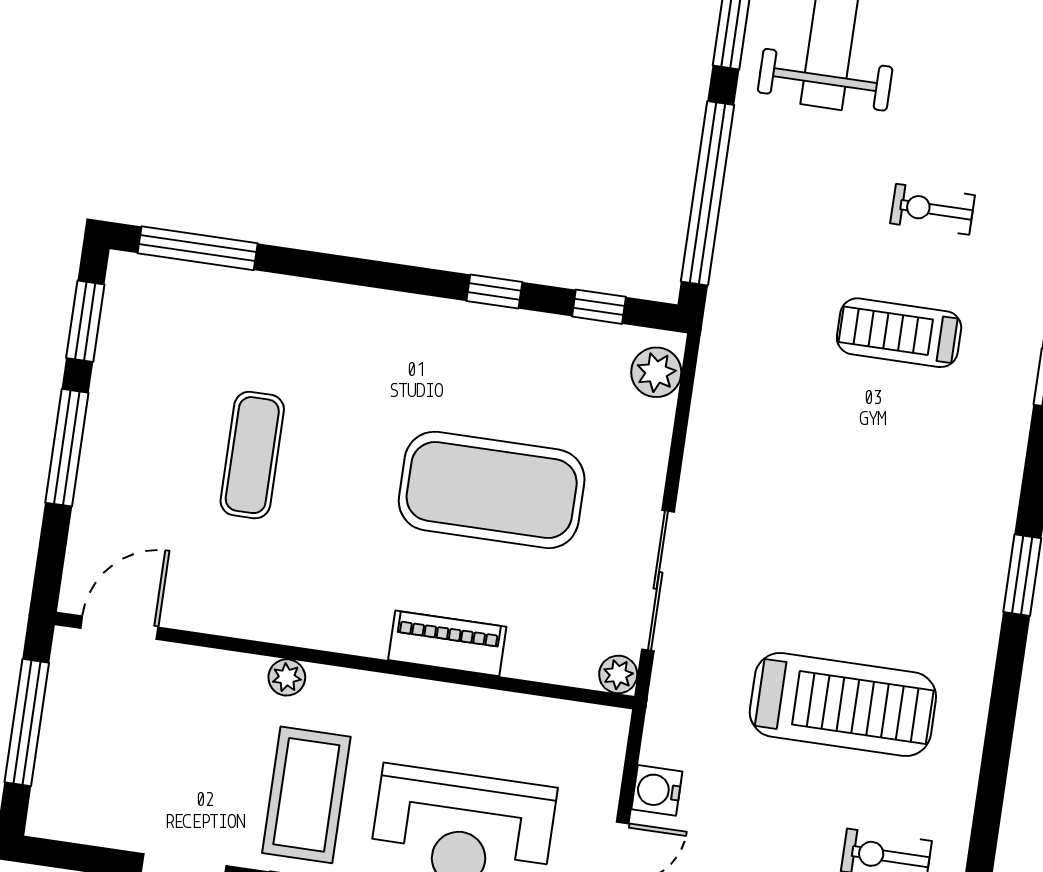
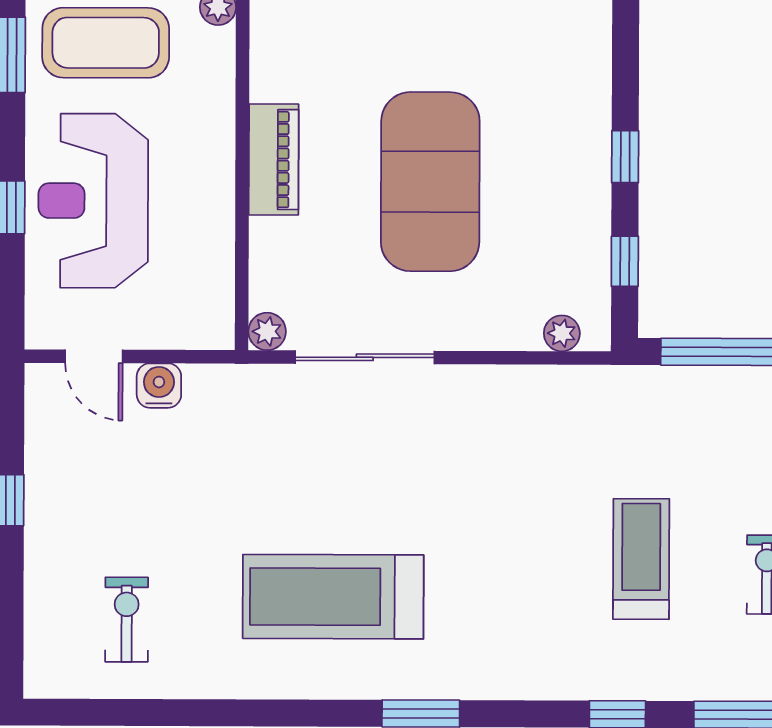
plant: (656, 372) -> (562, 333), width x0.73, depth x0.73
treadmill: (843, 705) -> (333, 597), moved, turned 90

